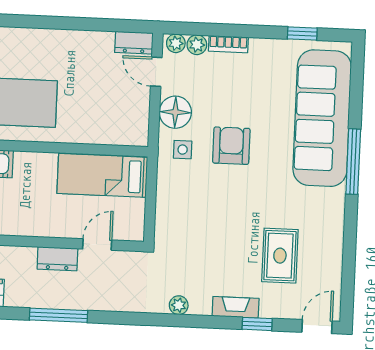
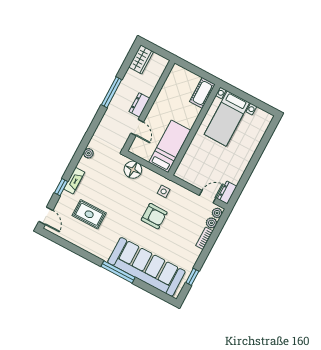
floor lamp: (175, 112) -> (133, 170), moved

